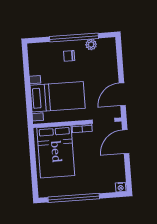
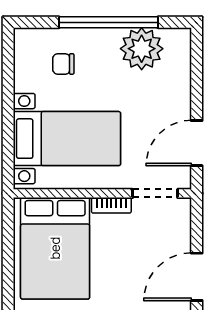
plant: (91, 44) -> (142, 49), width x1.88, depth x1.88
chair: (69, 56) -> (63, 64), moved
door: (126, 142) -> (197, 277), moved

